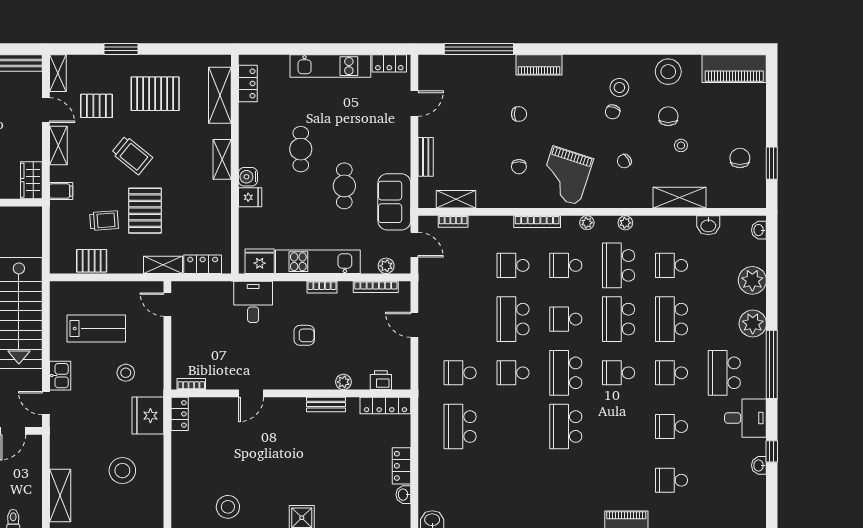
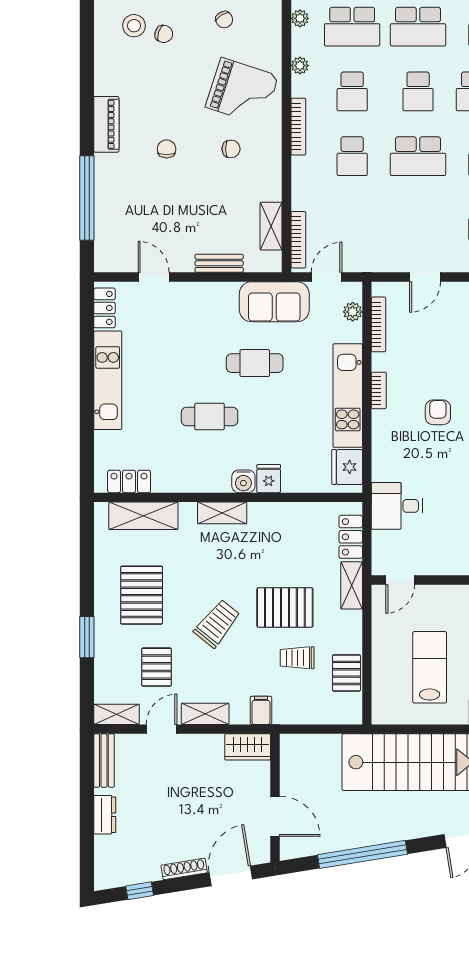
trolley: (104, 221) -> (297, 658), turned -86
bookcase: (453, 222) -> (298, 240), width x1.56
desk: (253, 302) -> (397, 506), moved

